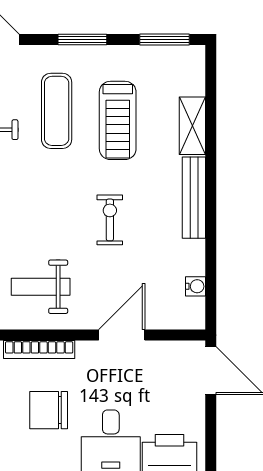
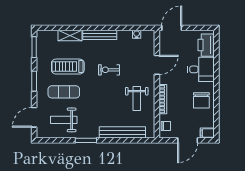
treadmill: (118, 120) -> (68, 67), turned 180
door: (122, 335) -> (157, 65), swing flipped
chair: (49, 410) -> (201, 100), moved

